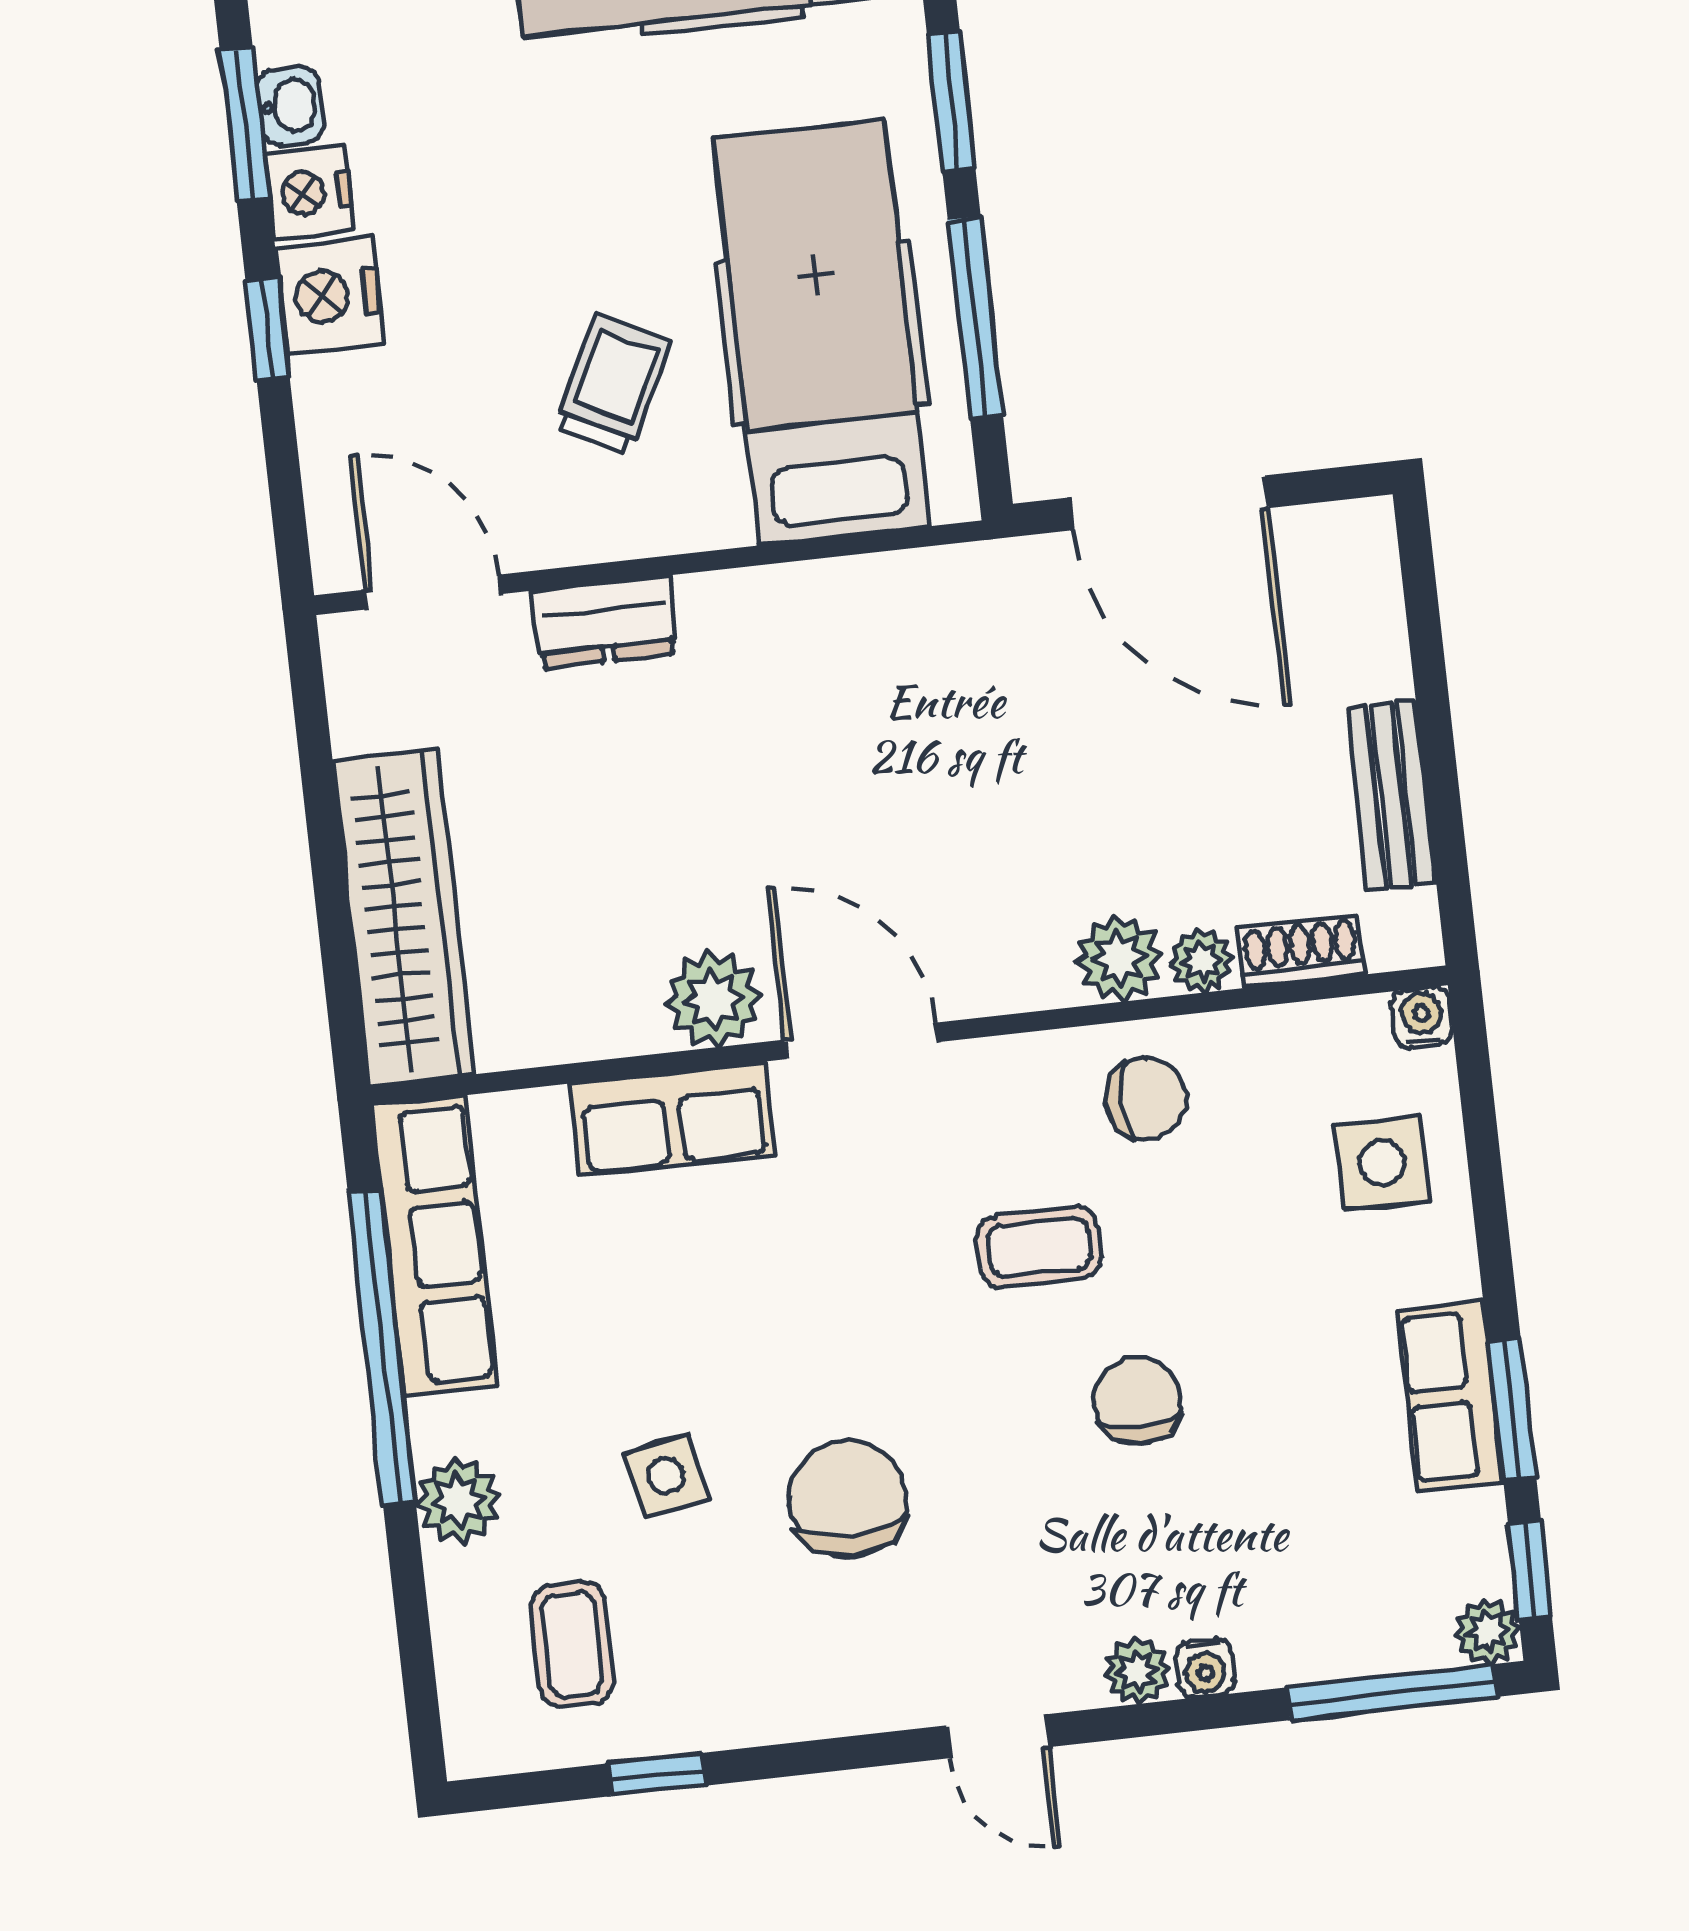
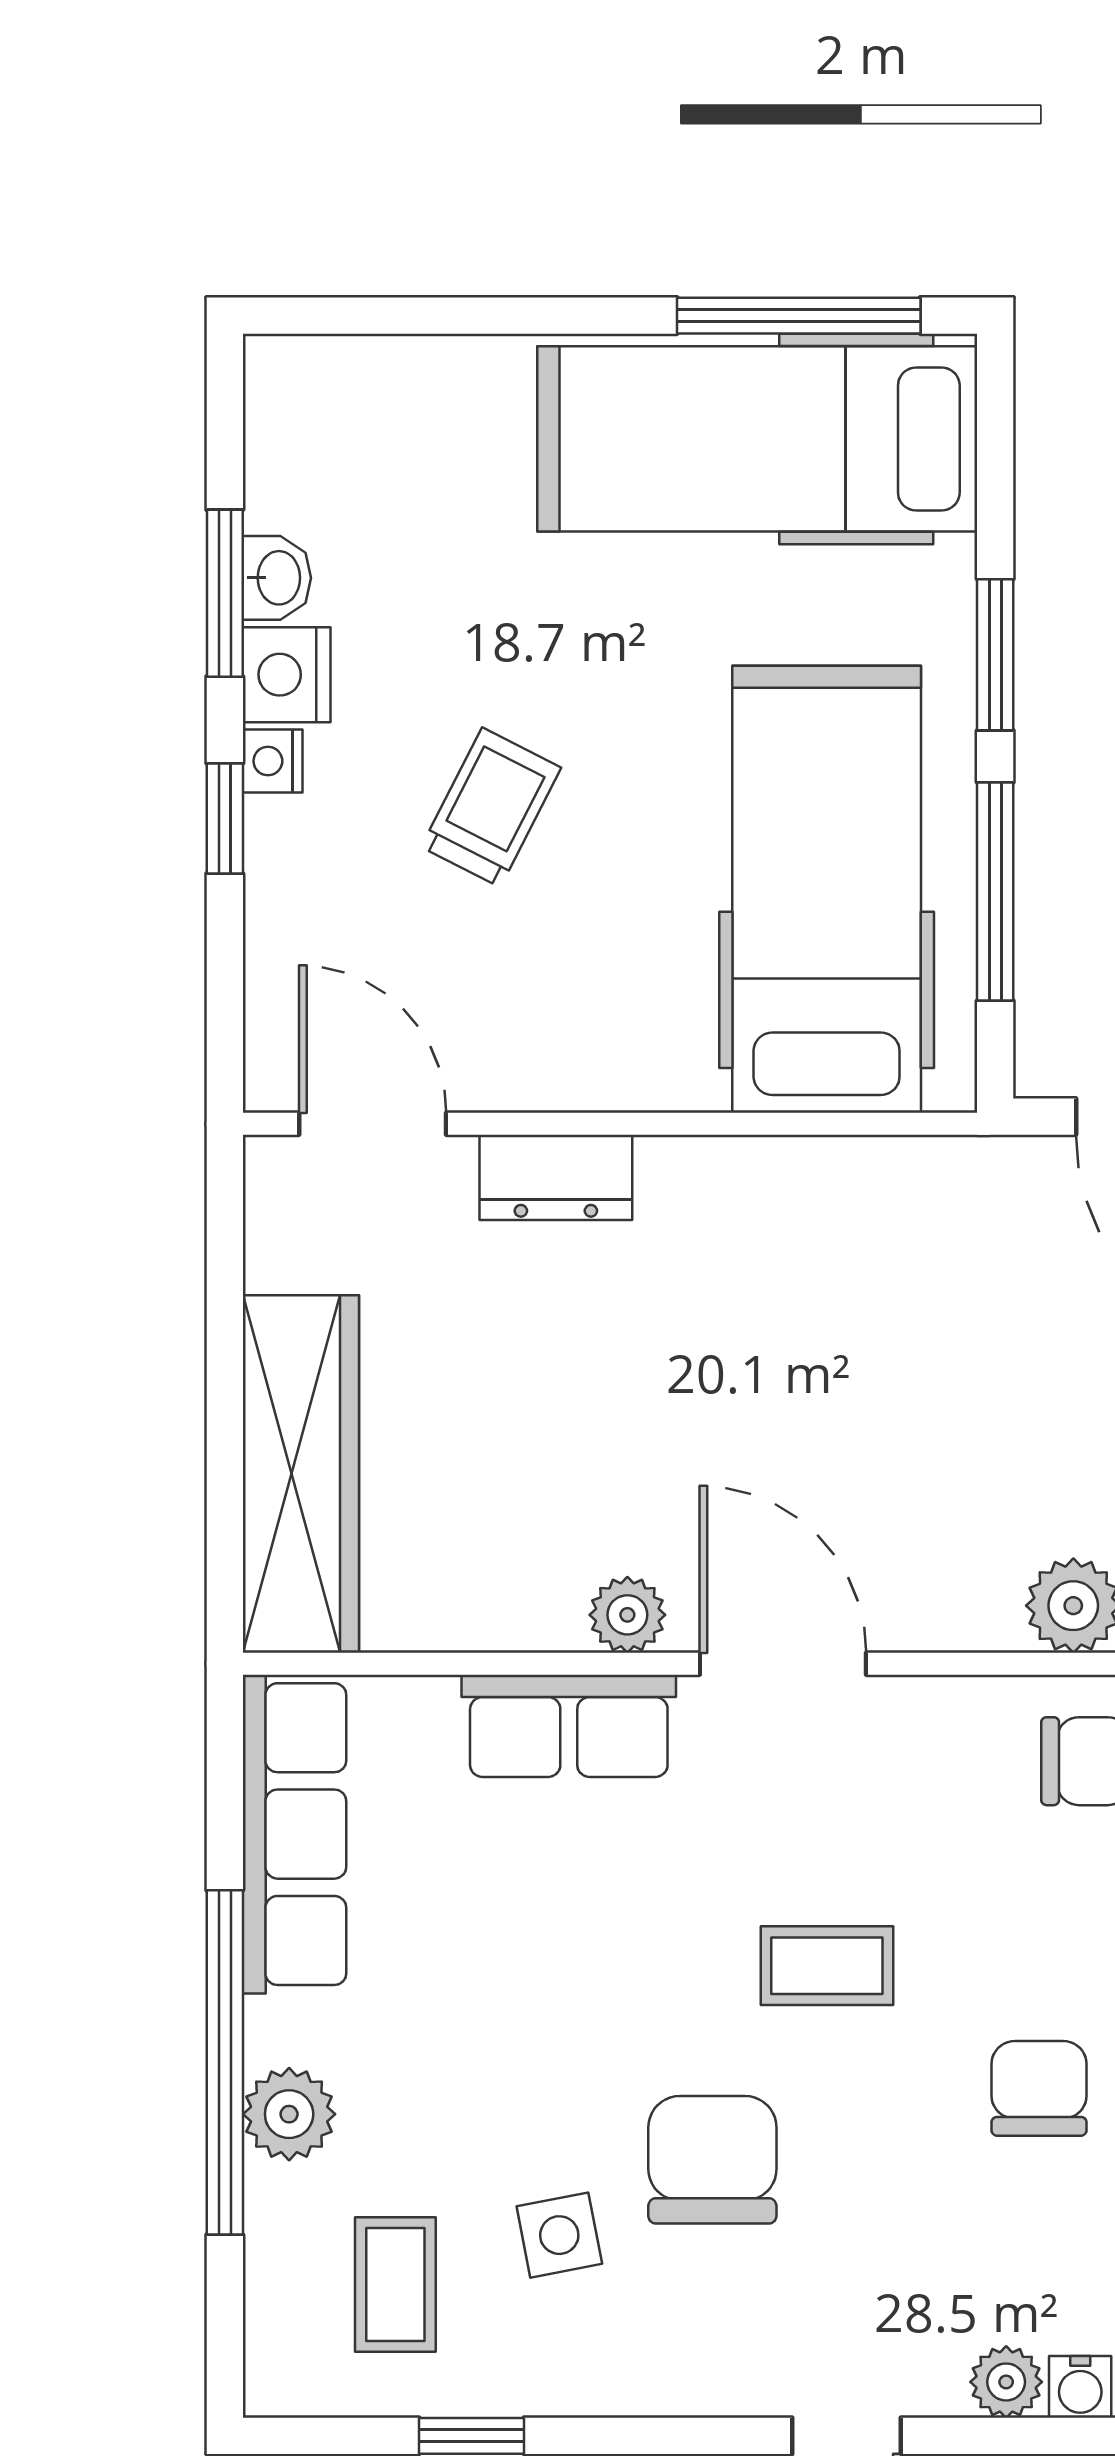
nightstand: (330, 296) -> (273, 761), width x0.53, depth x0.56
trolley: (613, 384) -> (491, 807), moved
plant: (713, 999) -> (627, 1615), width x0.73, depth x0.73
coffee table: (1039, 1247) -> (827, 1966), moved
window: (382, 1347) -> (225, 2062), moved
side table: (666, 1476) -> (559, 2235), moved

